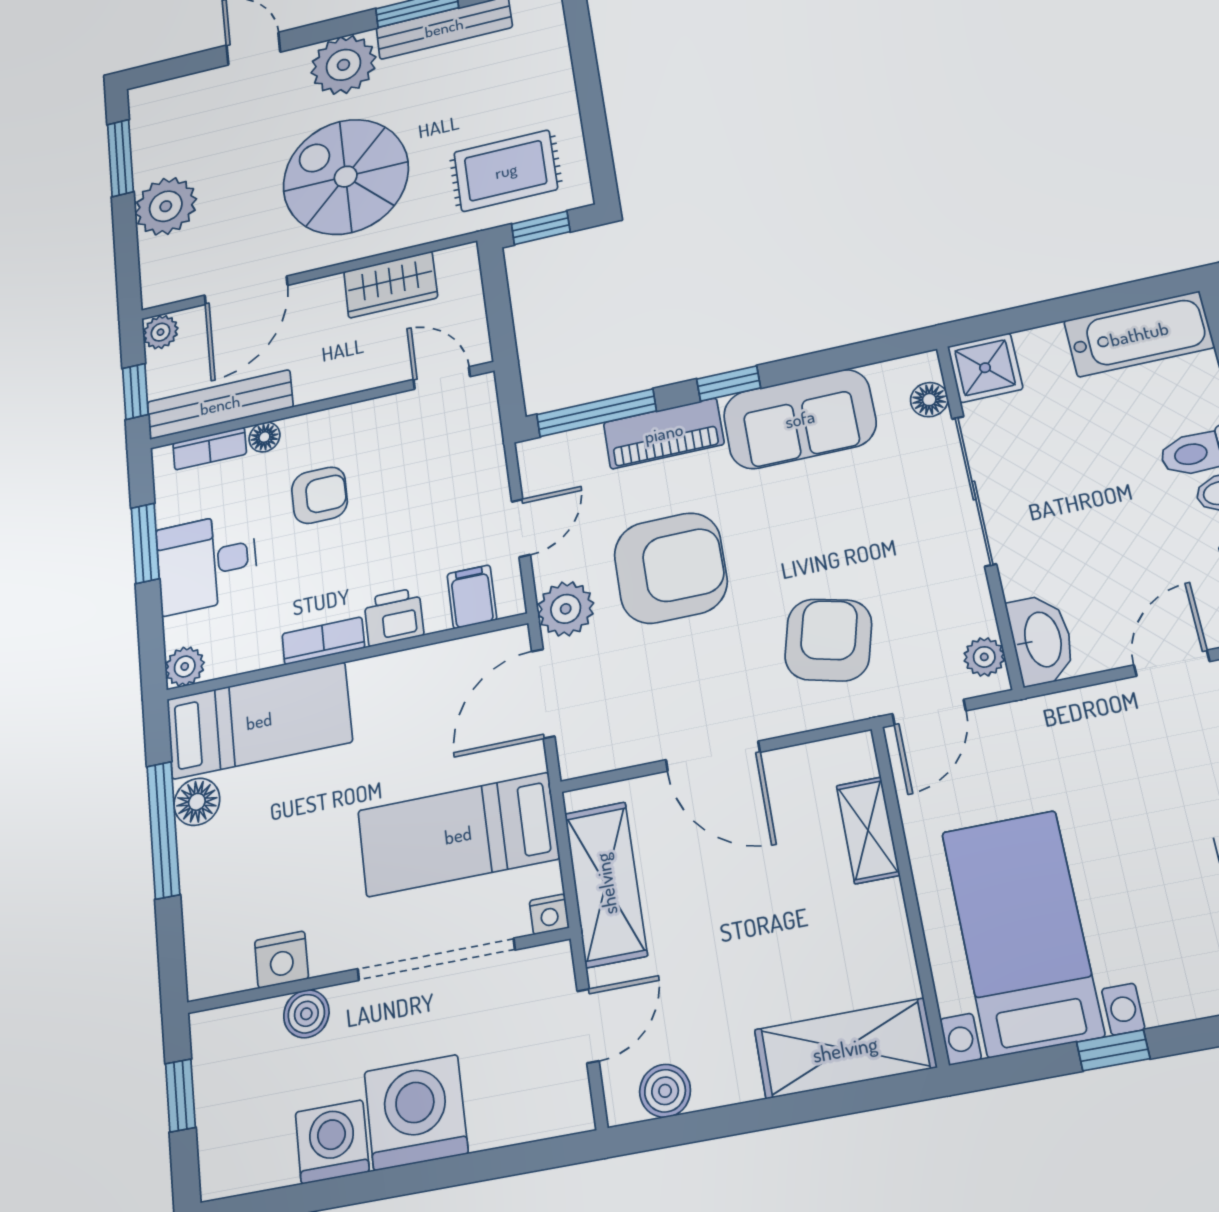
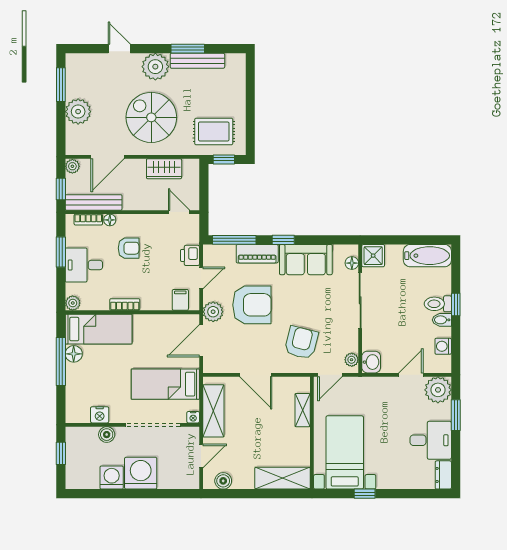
printer: (394, 617) -> (190, 255), moved, turned -90
washbasin: (1041, 640) -> (371, 362), width x0.72

